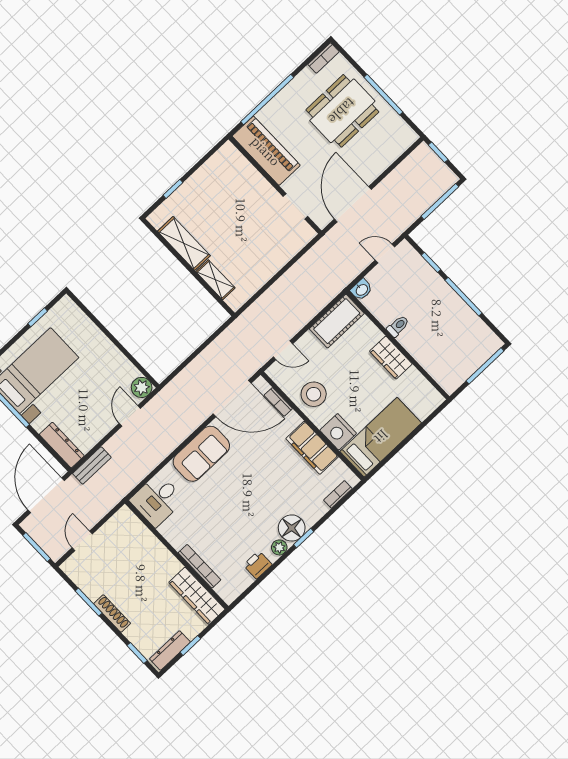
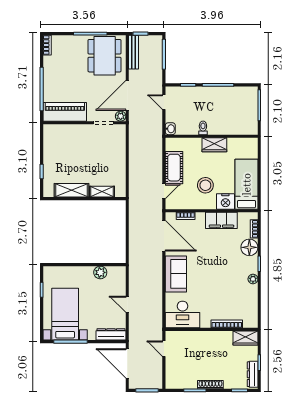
dining table: (342, 111) -> (105, 56), moved
door: (353, 204) -> (127, 95), hinge flipped
plant: (322, 219) -> (121, 116), added
door: (385, 254) -> (164, 102), hinge flipped
cot: (337, 321) -> (174, 168), moved
plant: (142, 387) -> (100, 272), moved
stool: (314, 394) -> (205, 185), moved
door: (232, 399) -> (164, 236), hinge flipped
door: (130, 416) -> (127, 304), moved
bench: (92, 465) -> (134, 52), moved, width x1.36
desk: (157, 500) -> (182, 314), width x1.37
floor lamp: (292, 528) -> (249, 247), moved
door: (82, 541) -> (164, 349), moved
printer: (258, 565) -> (251, 297), removed
wardrobe: (197, 596) -> (245, 338), width x0.67

